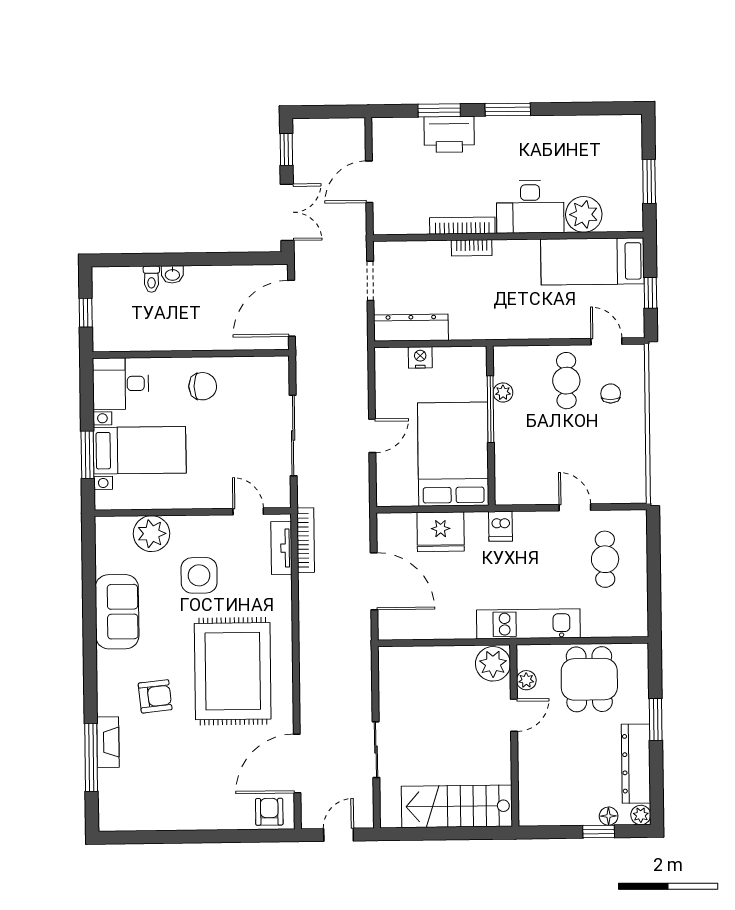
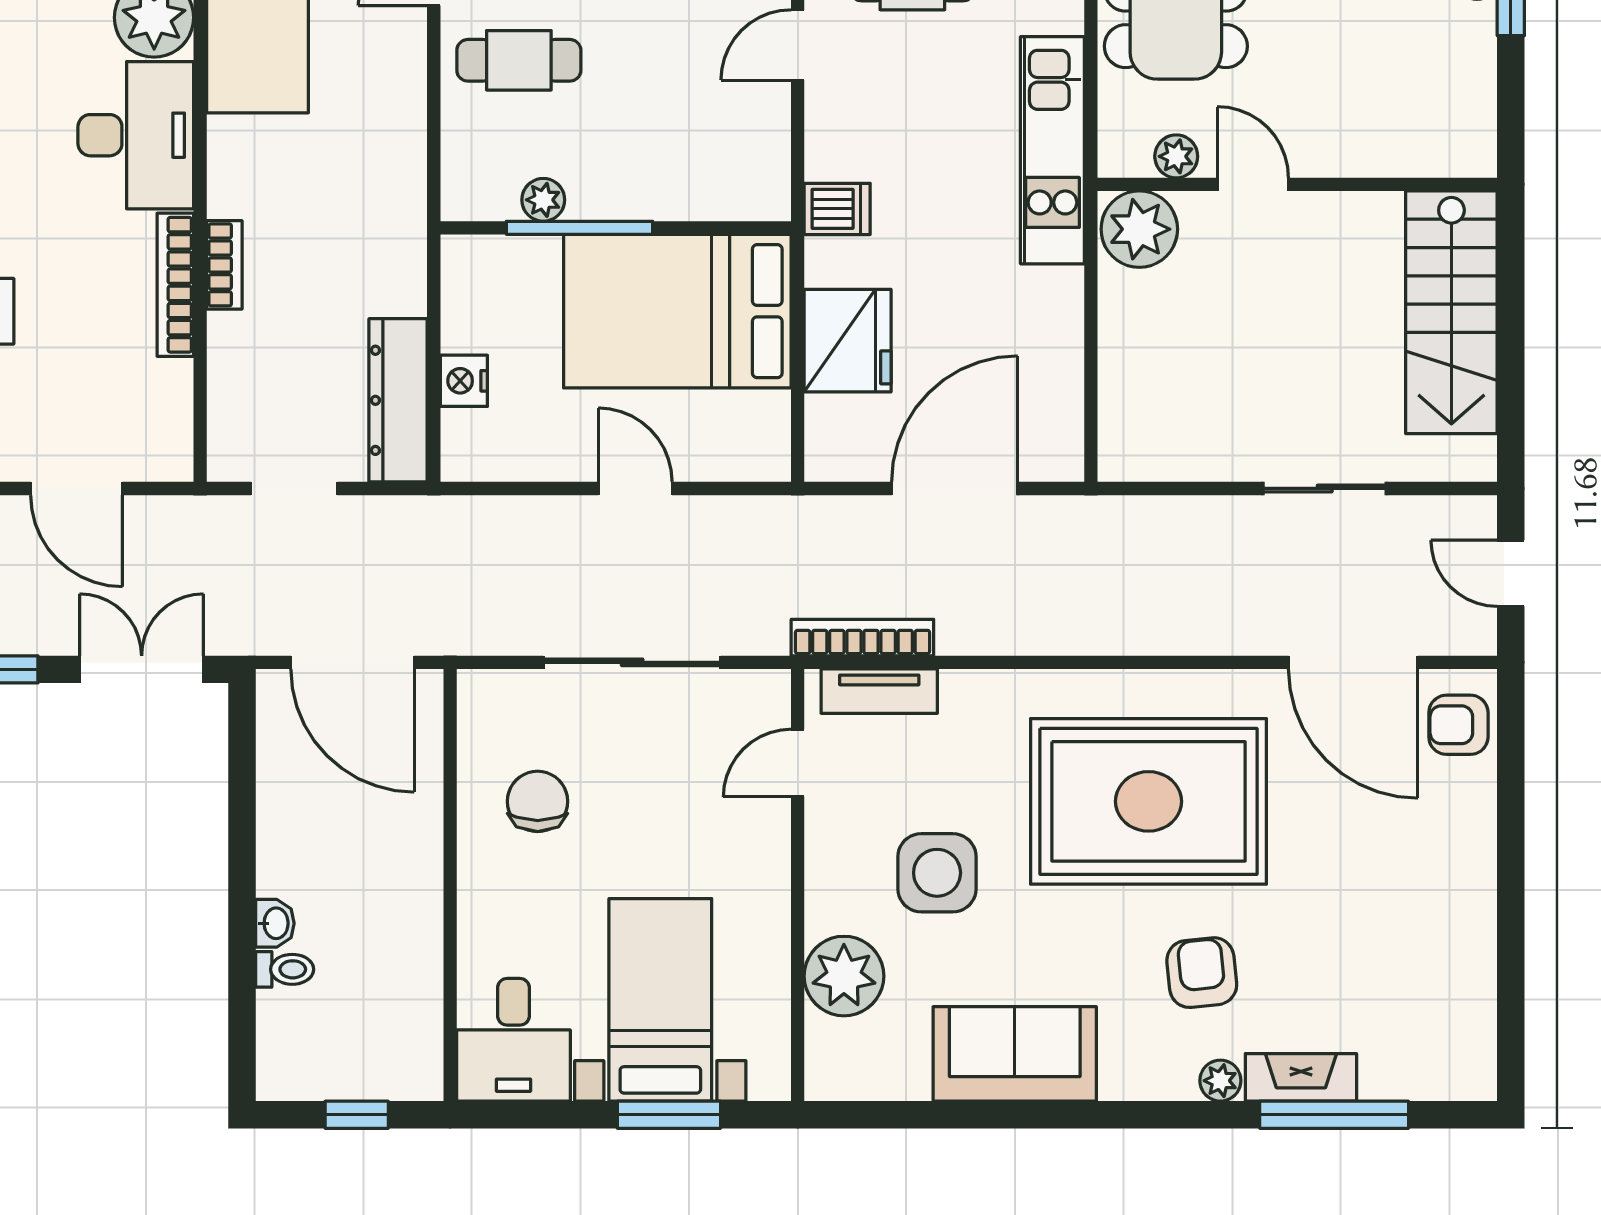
chair: (203, 386) -> (538, 801), moved
plant: (106, 705) -> (1220, 1081), added

